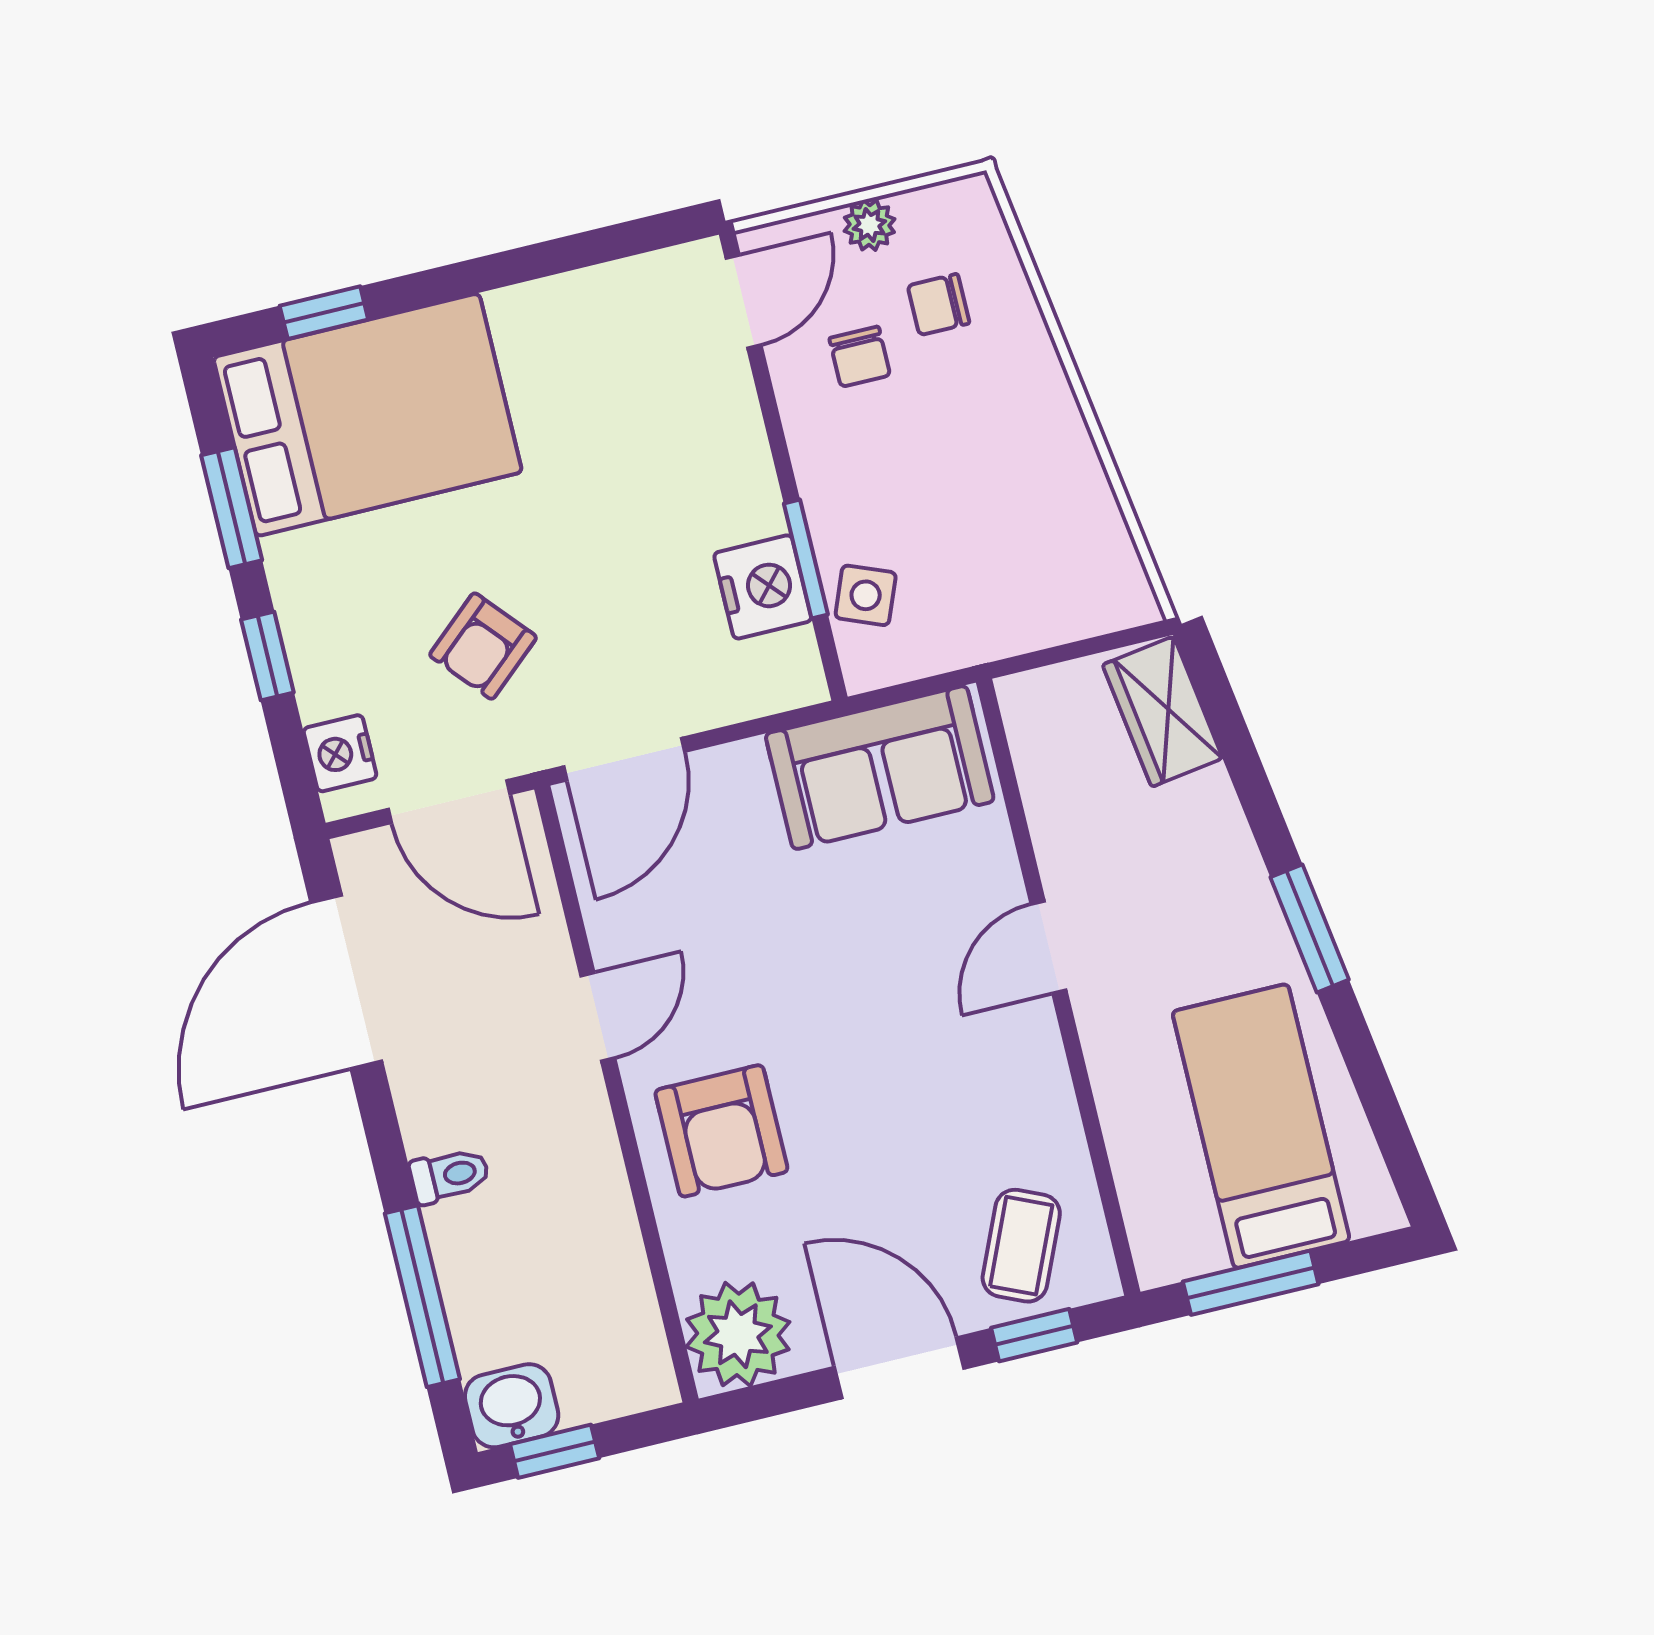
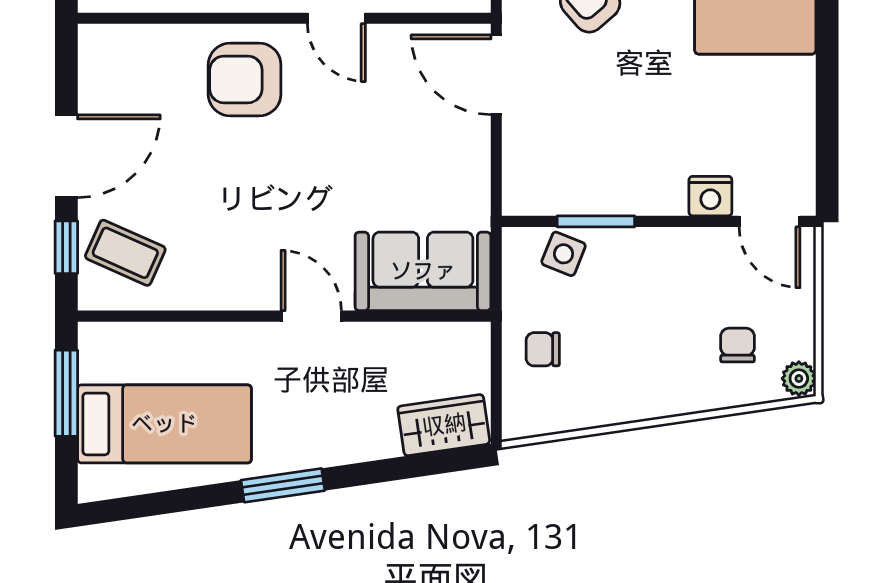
plant: (869, 225) -> (799, 378), moved
chair: (860, 357) -> (543, 349), moved
nightstand: (763, 587) -> (710, 196), moved, width x0.74, depth x0.75
sofa: (880, 768) -> (423, 271), moved, turned 90
plant: (738, 1334) -> (112, 59), removed

